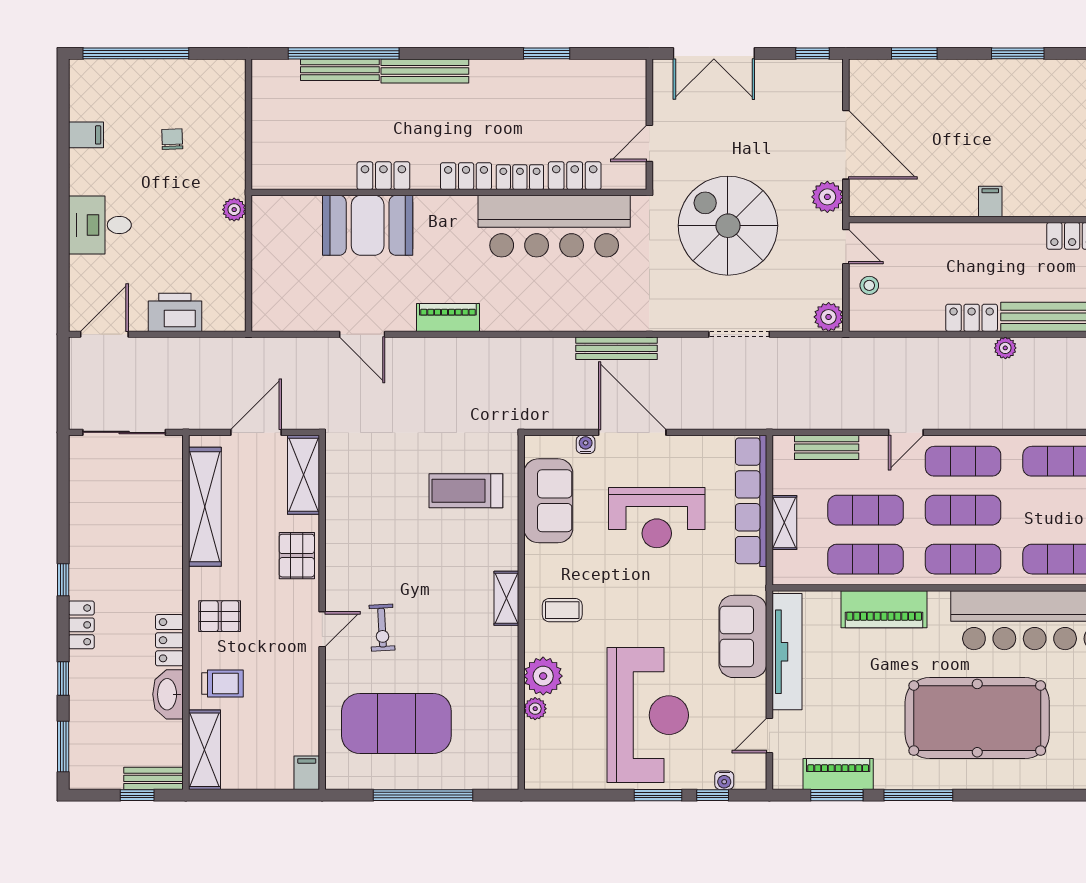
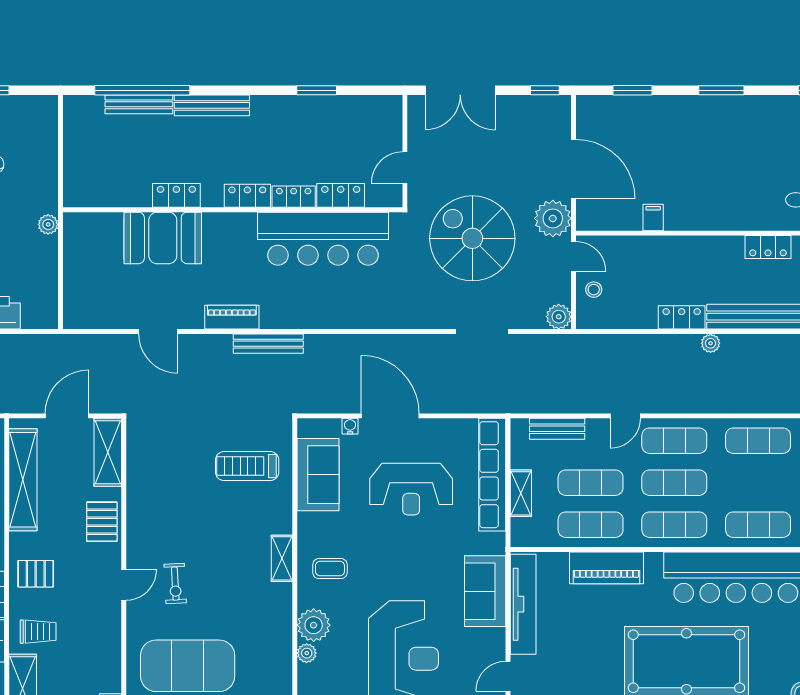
plant: (827, 197) -> (553, 218), width x1.36, depth x1.36
filing cabinet: (990, 201) -> (653, 218), moved
bench: (617, 348) -> (268, 344), moved

